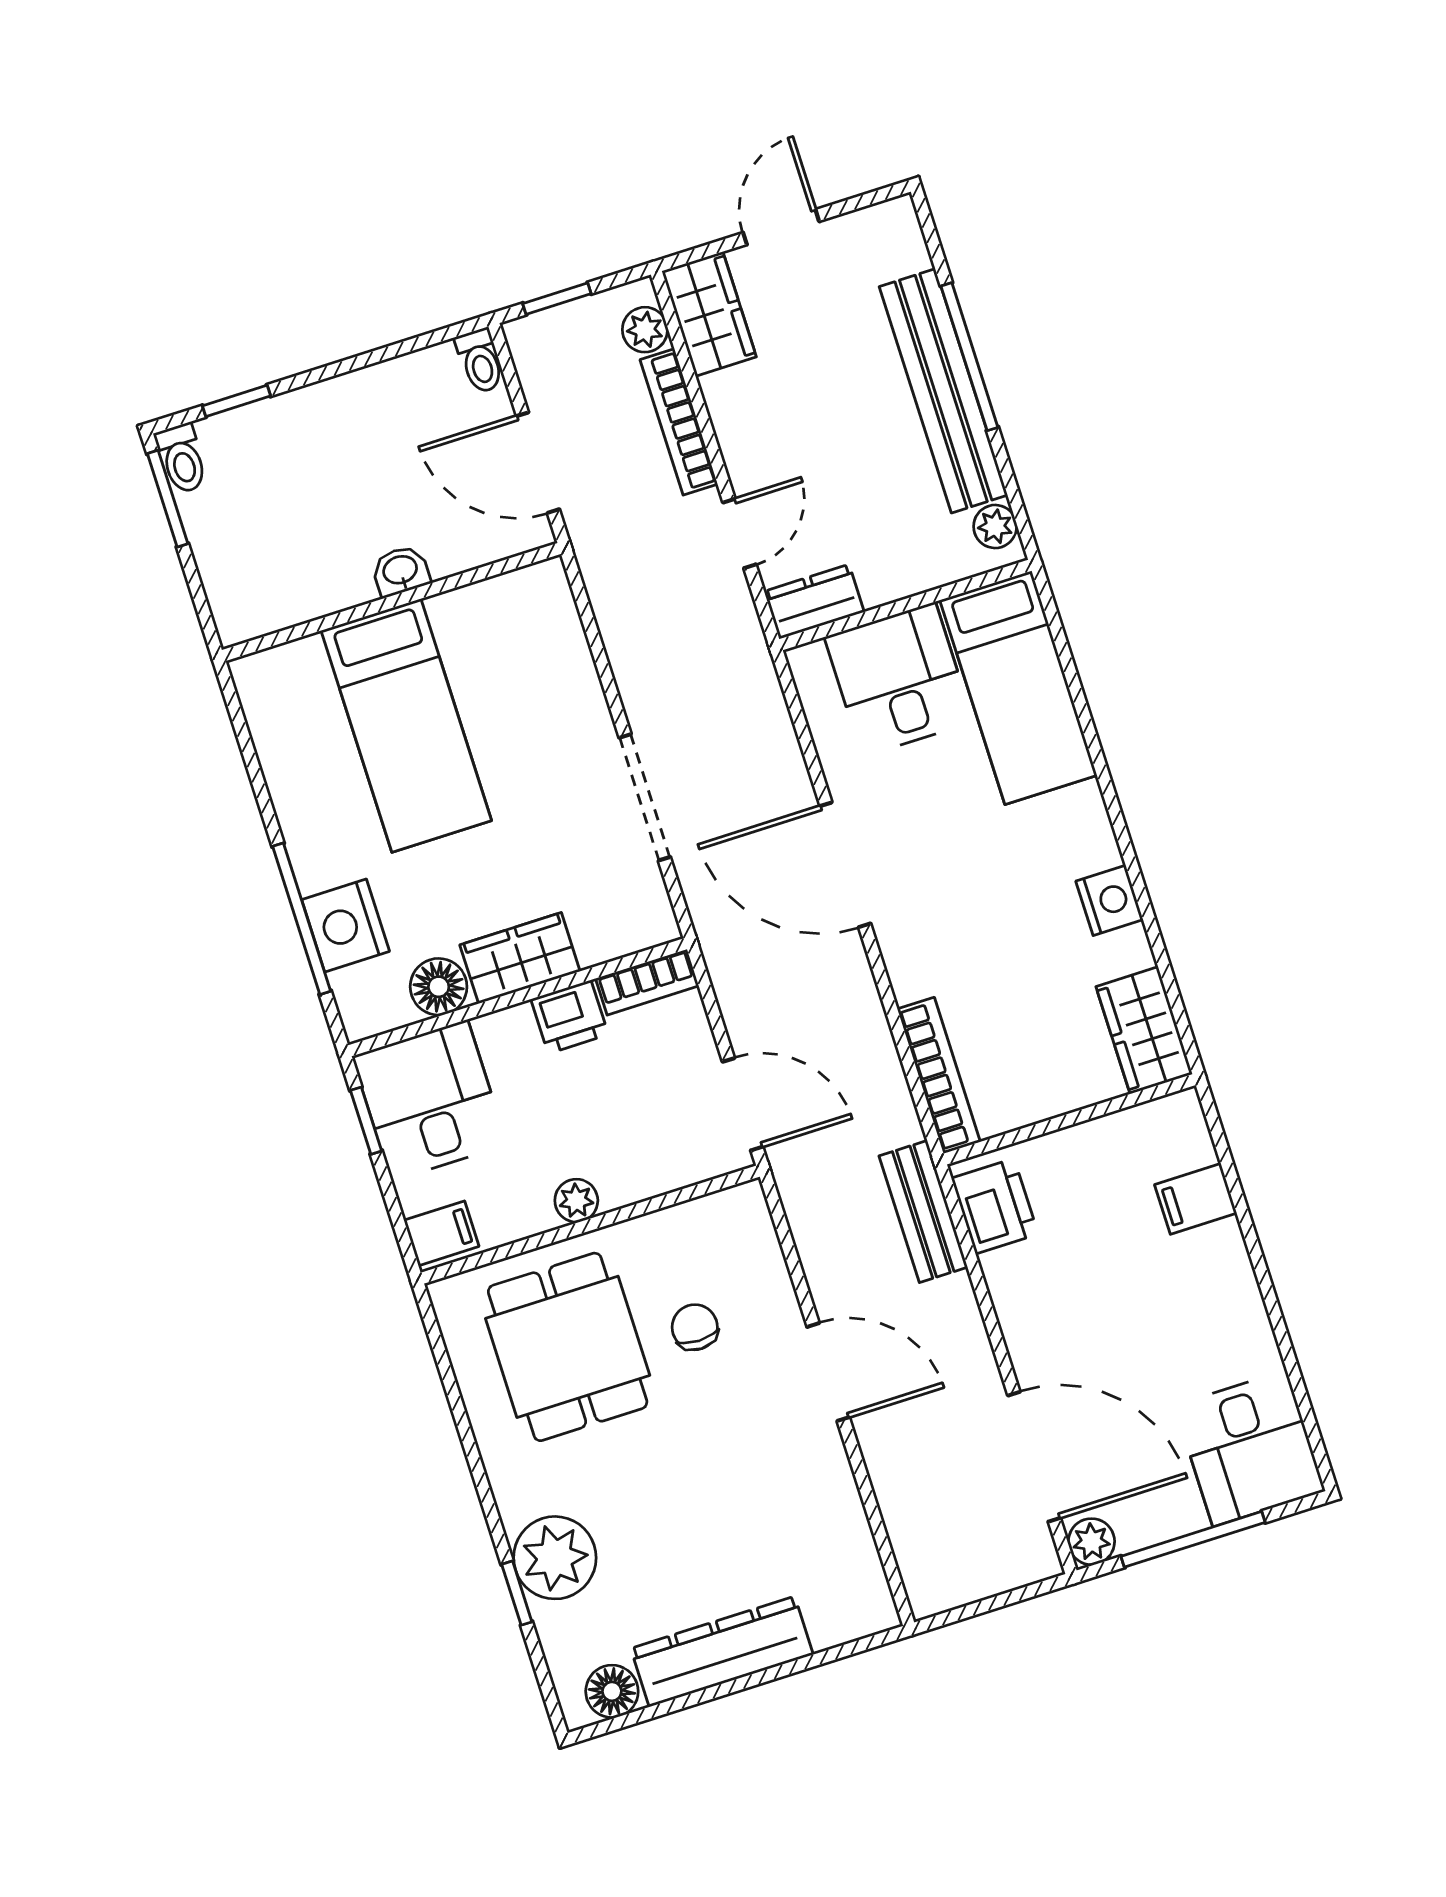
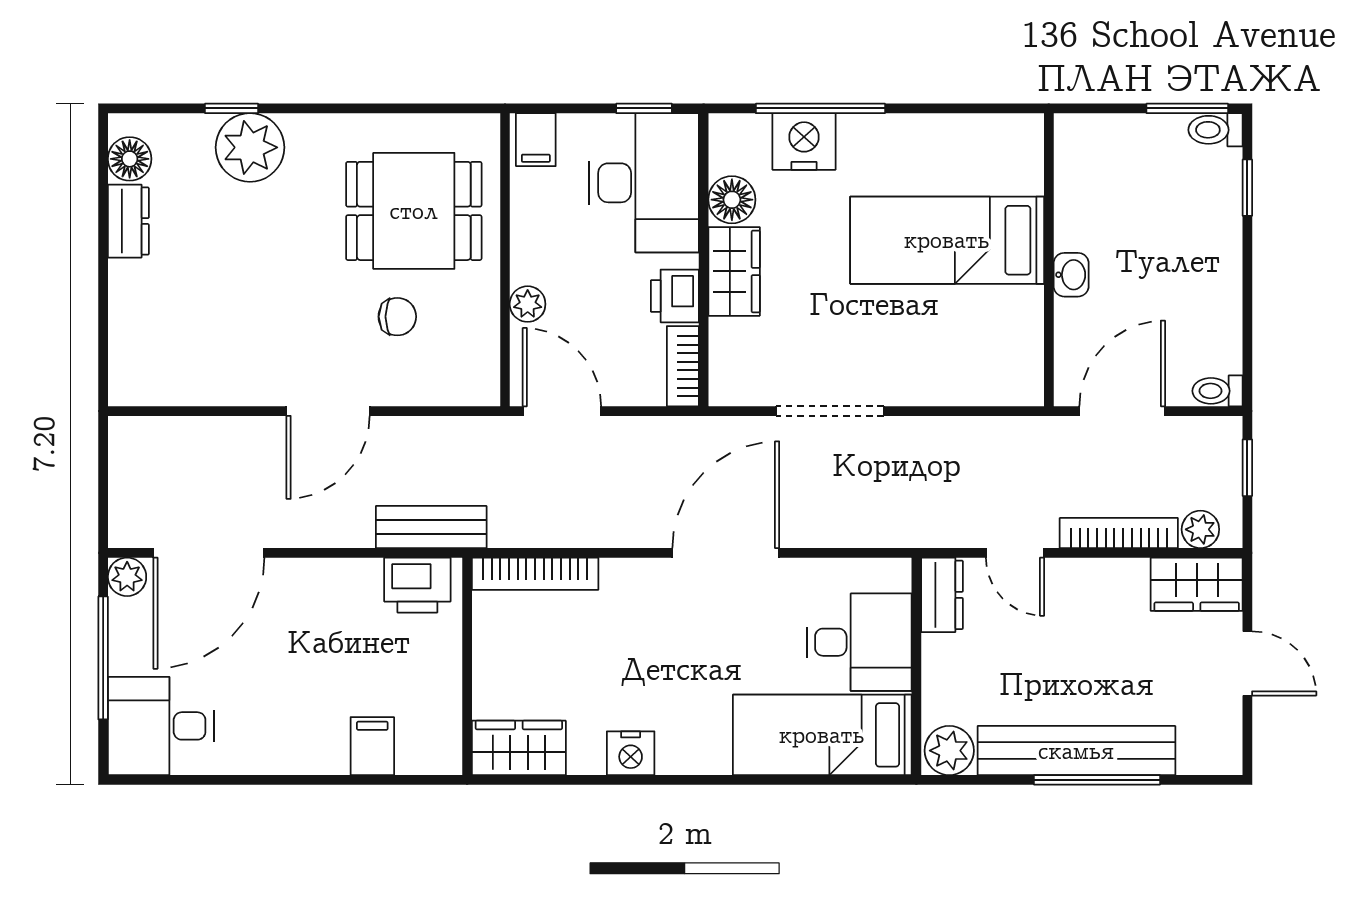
plant: (995, 527) -> (949, 751), width x1.38, depth x1.38
desk: (430, 1100) -> (644, 183), width x1.37
door: (743, 1104) -> (562, 411), swing flipped
plant: (576, 1201) -> (528, 304), moved
dresser: (722, 1651) -> (128, 221), width x0.51, depth x0.80

